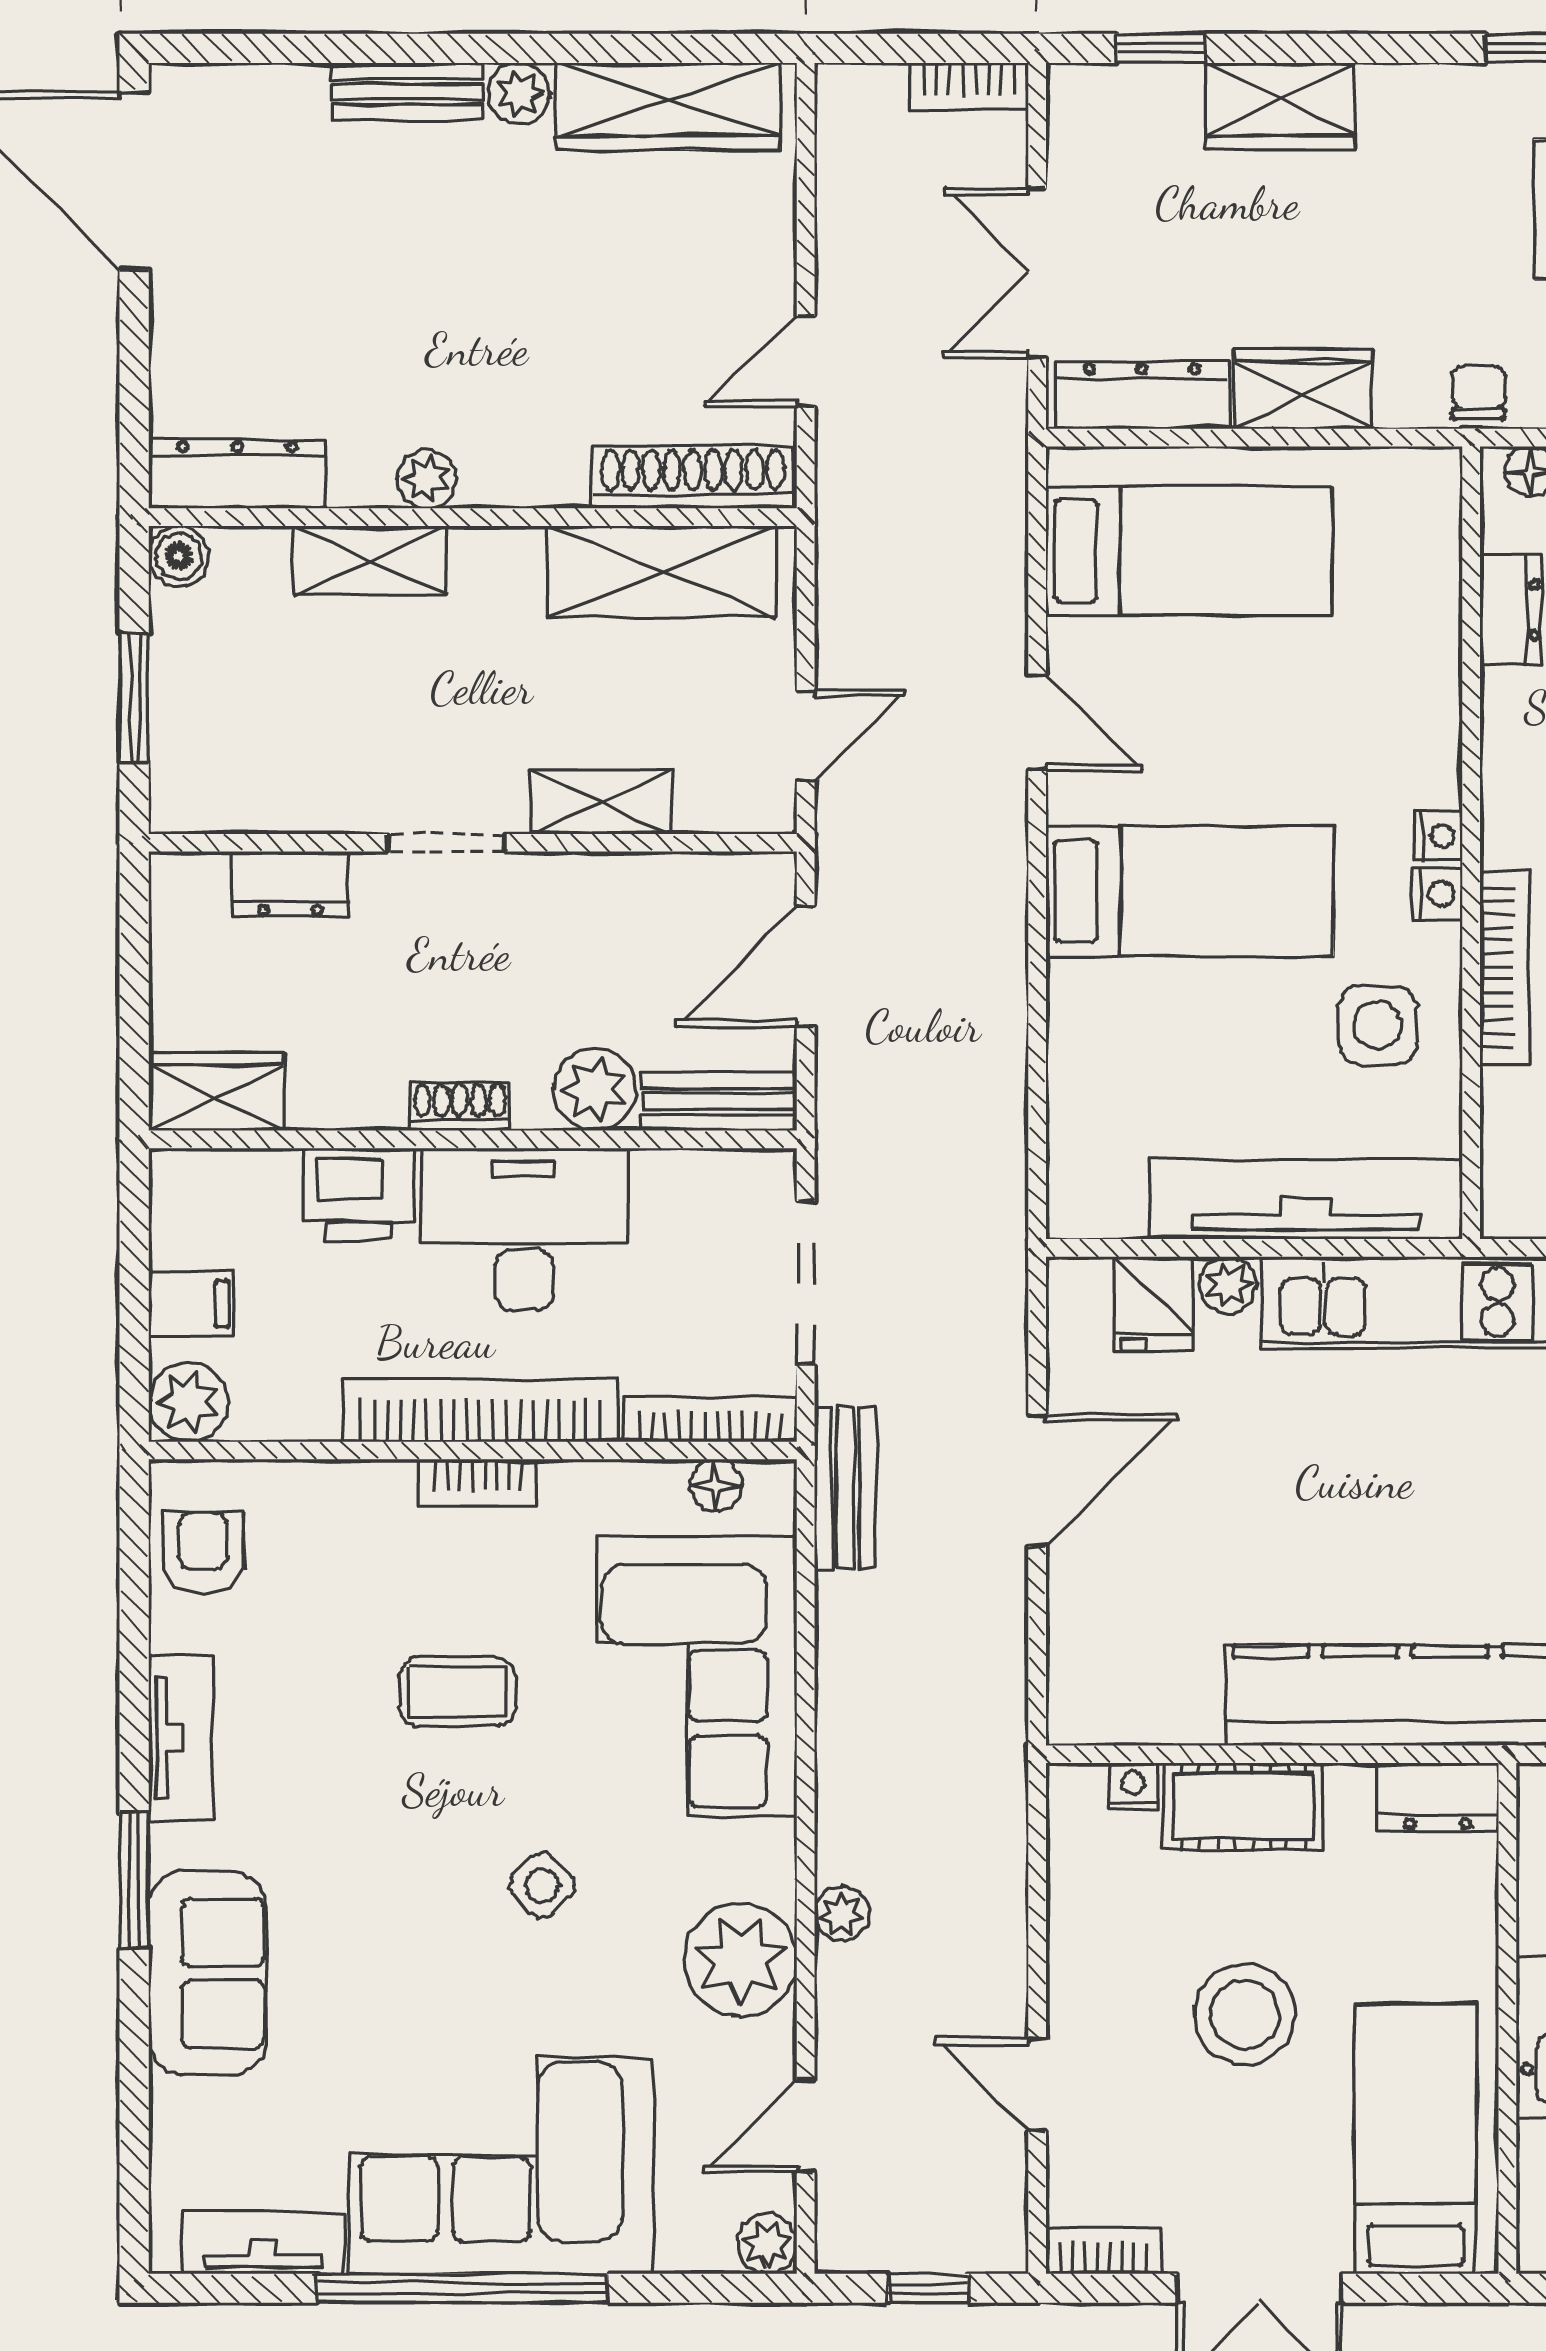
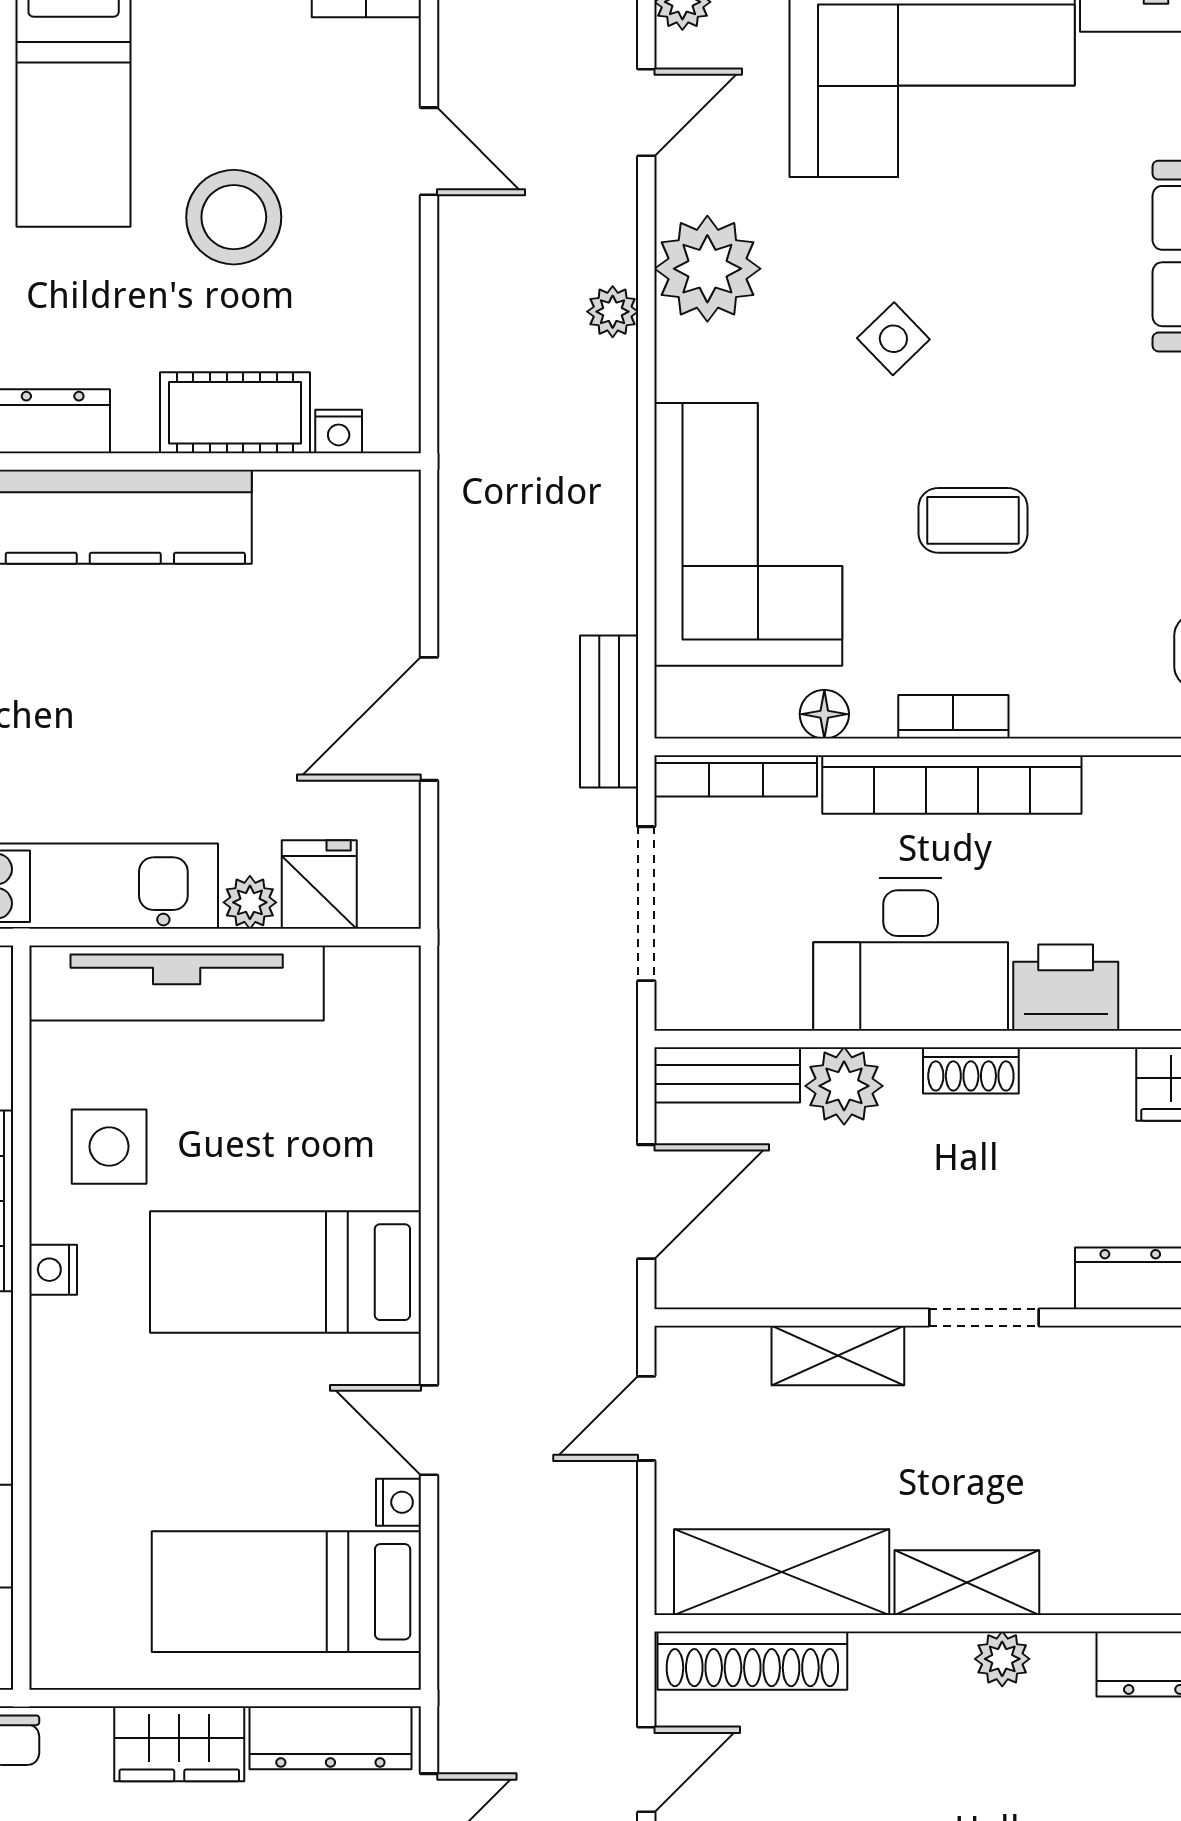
shelving: (370, 560) -> (967, 1583), moved
nightstand: (1439, 836) -> (398, 1502), moved, turned 180
floor lamp: (716, 1485) -> (824, 714), moved

